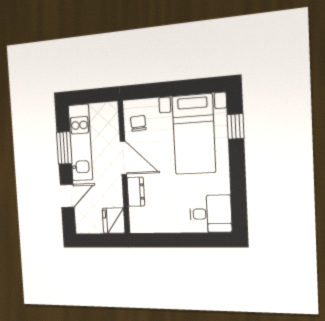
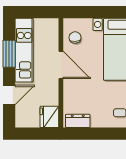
dresser: (136, 192) -> (78, 121), moved, turned -90

